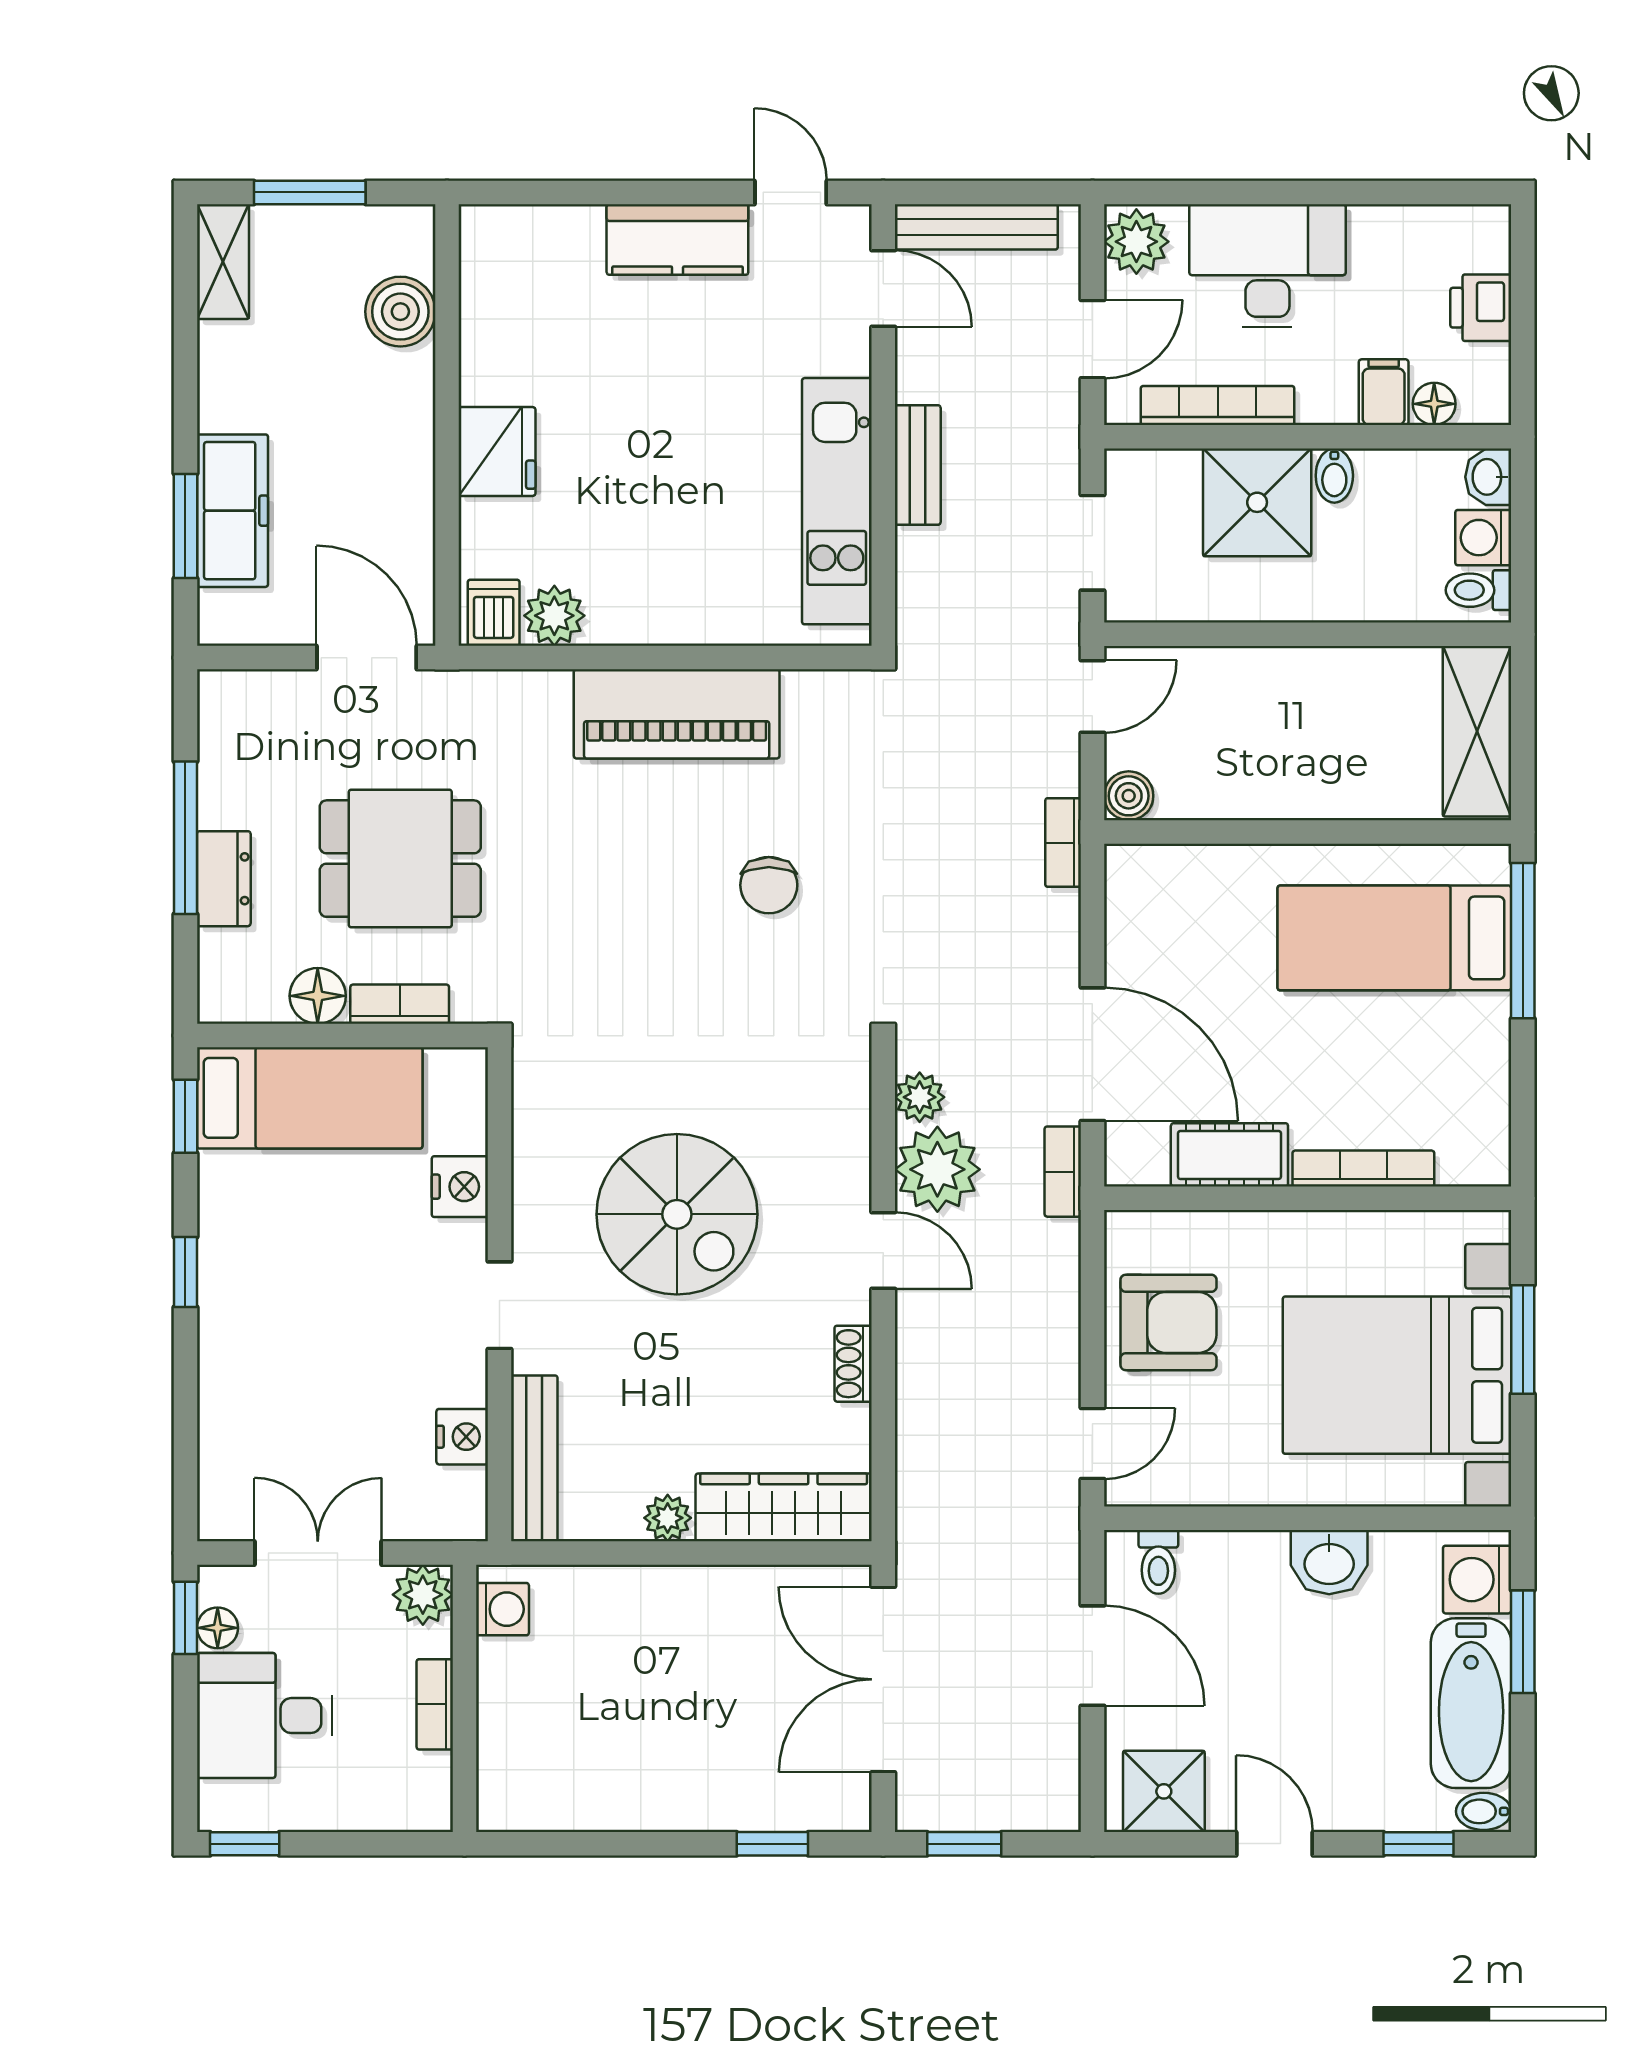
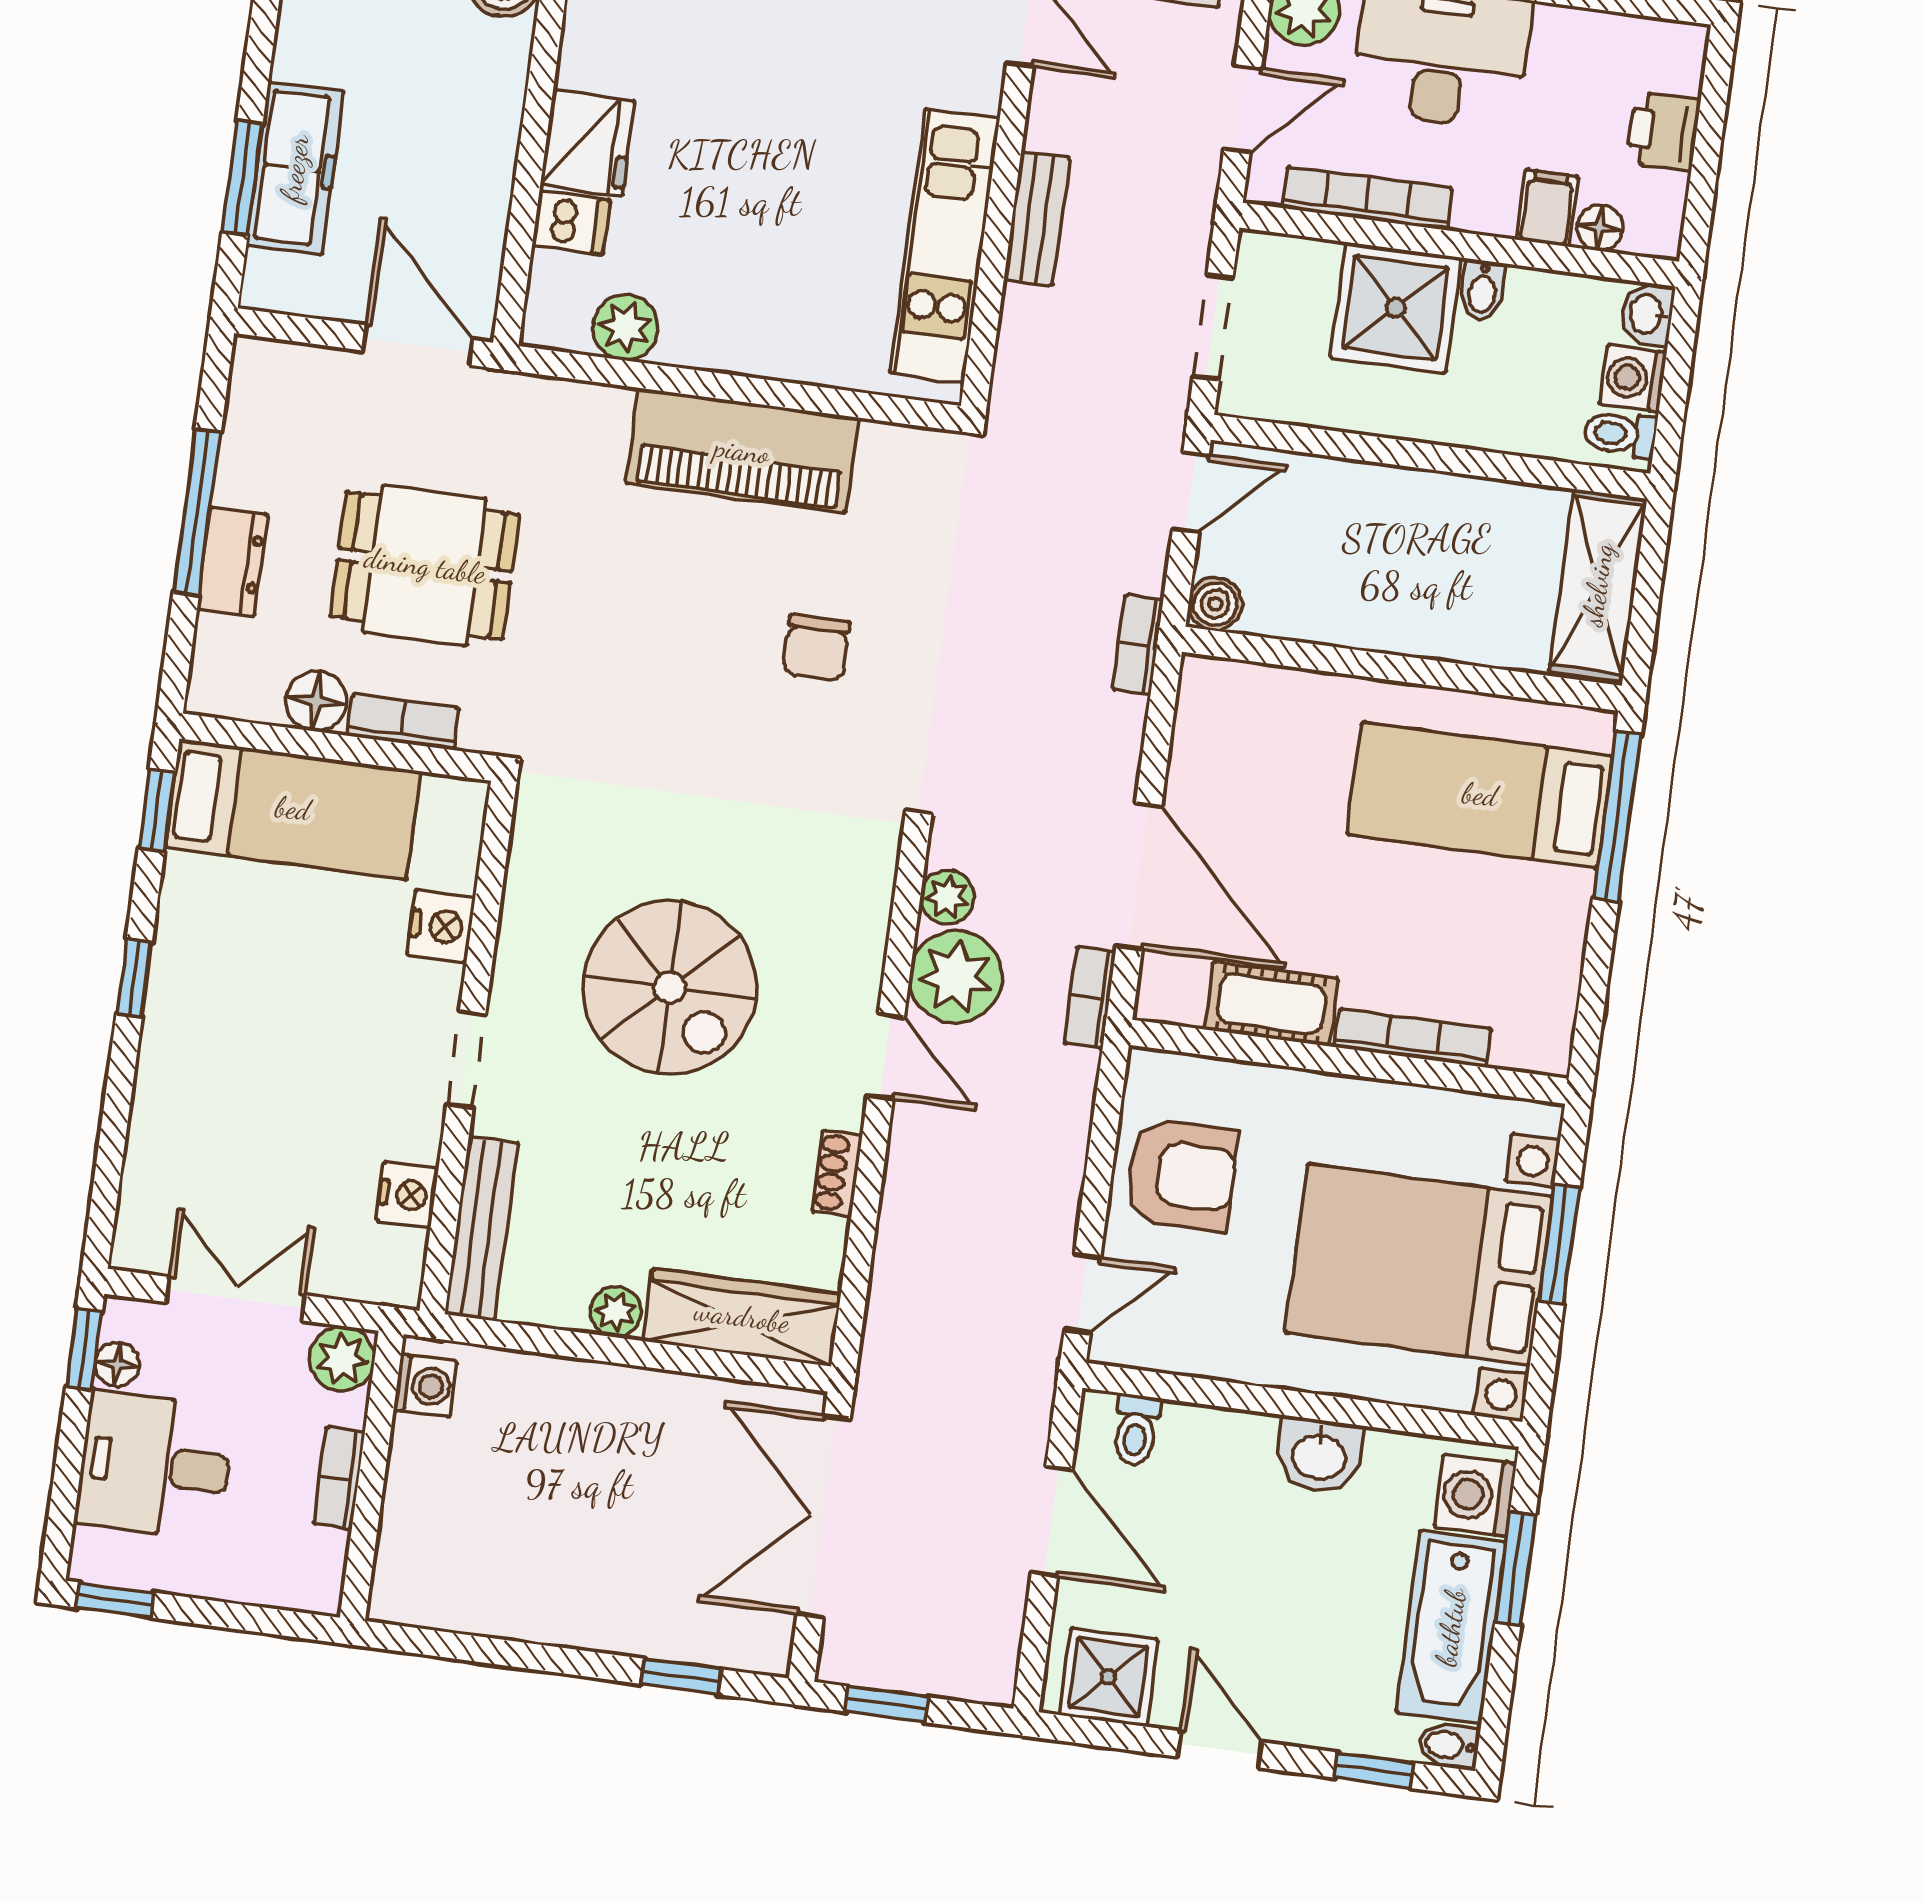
dishwasher: (494, 613) -> (571, 223), moved, turned 90

